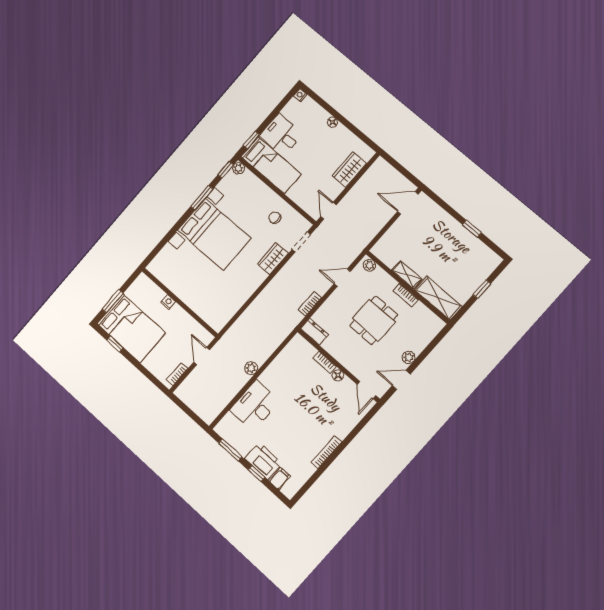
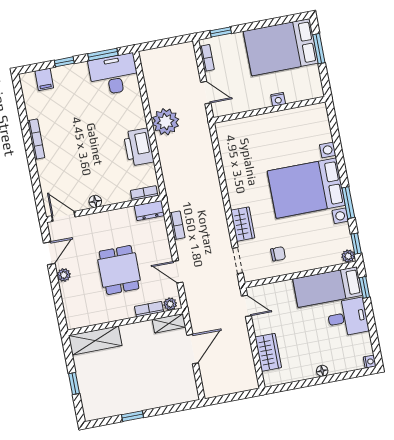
door: (408, 203) -> (193, 349), moved
shelving: (407, 275) -> (169, 323), moved
door: (342, 278) -> (178, 272), swing flipped
bookcase: (406, 295) -> (149, 309), moved
window: (115, 344) -> (221, 32), moved
bookcase: (325, 362) -> (144, 193), moved
plant: (251, 368) -> (166, 122), width x1.88, depth x1.88
desk: (255, 406) -> (114, 74), moved, turned -90
printer: (263, 461) -> (139, 147), moved, turned 90

